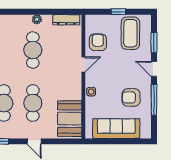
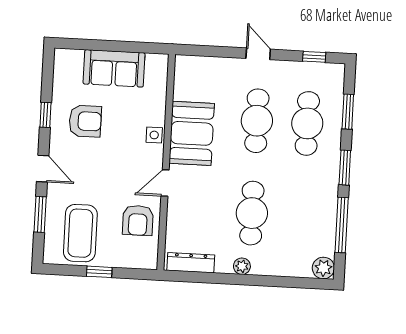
window: (154, 100) -> (46, 115), width x0.46
booth: (70, 119) -> (192, 133), moved
sofa: (116, 129) -> (114, 68), width x0.73

